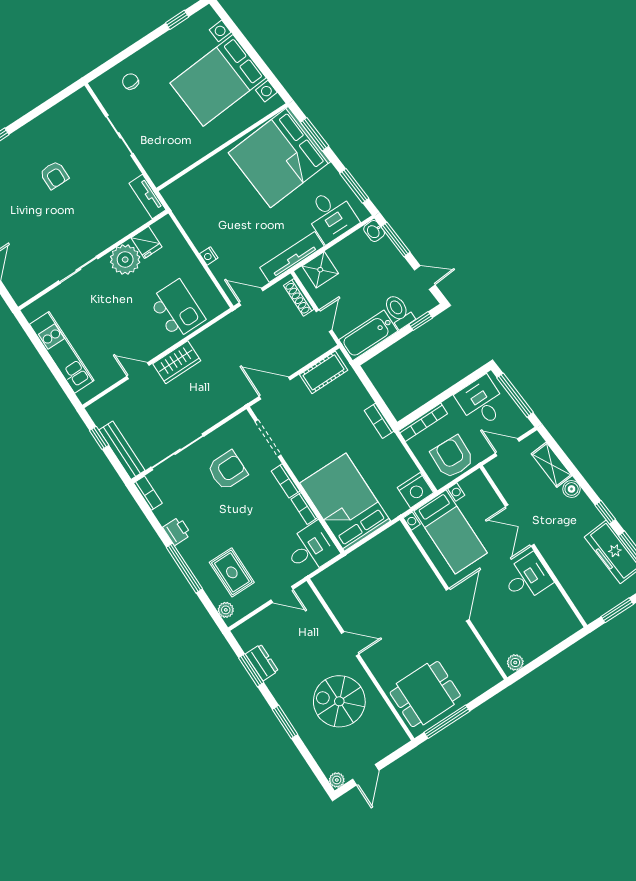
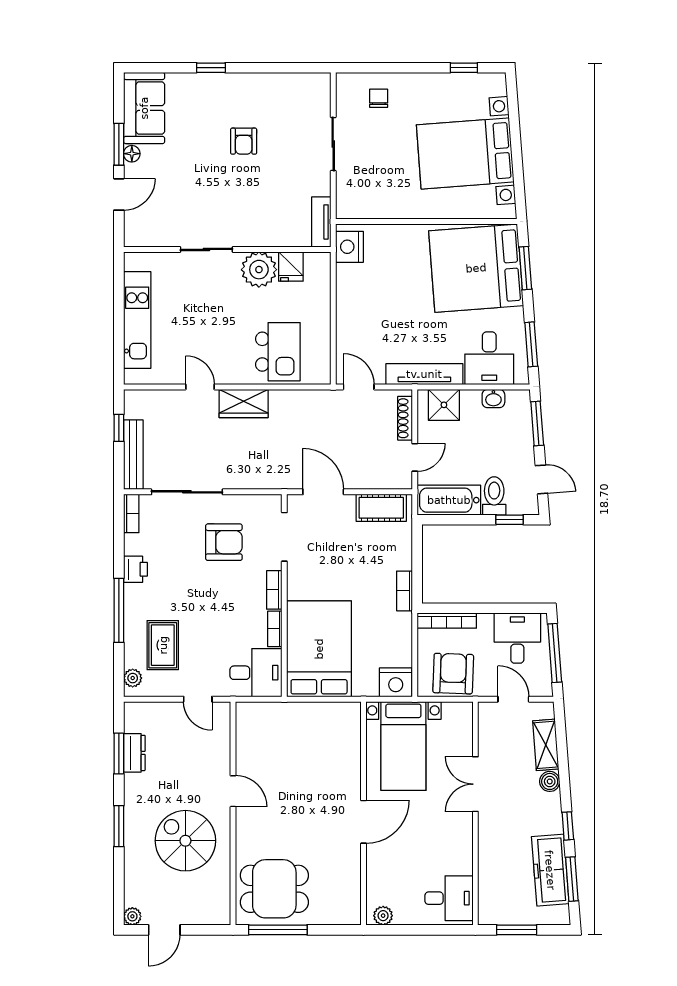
washbasin: (374, 231) -> (493, 398), moved, turned -86
nightstand: (209, 256) -> (349, 247), moved, width x1.89, depth x1.79
desk: (527, 578) -> (449, 898), moved

